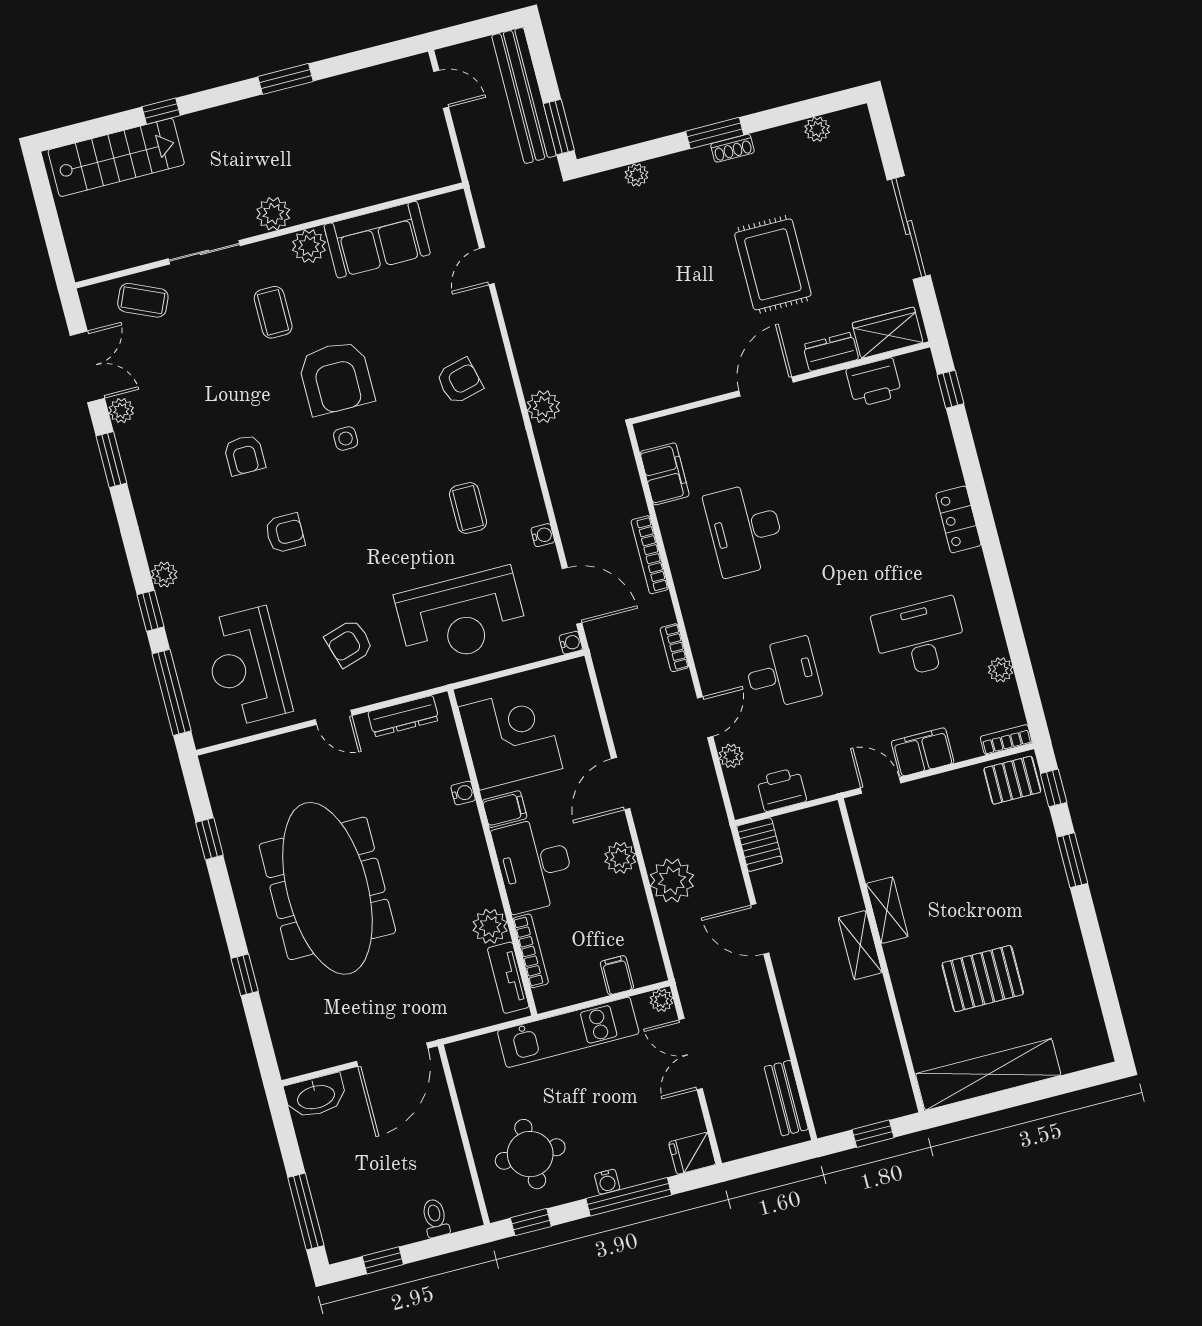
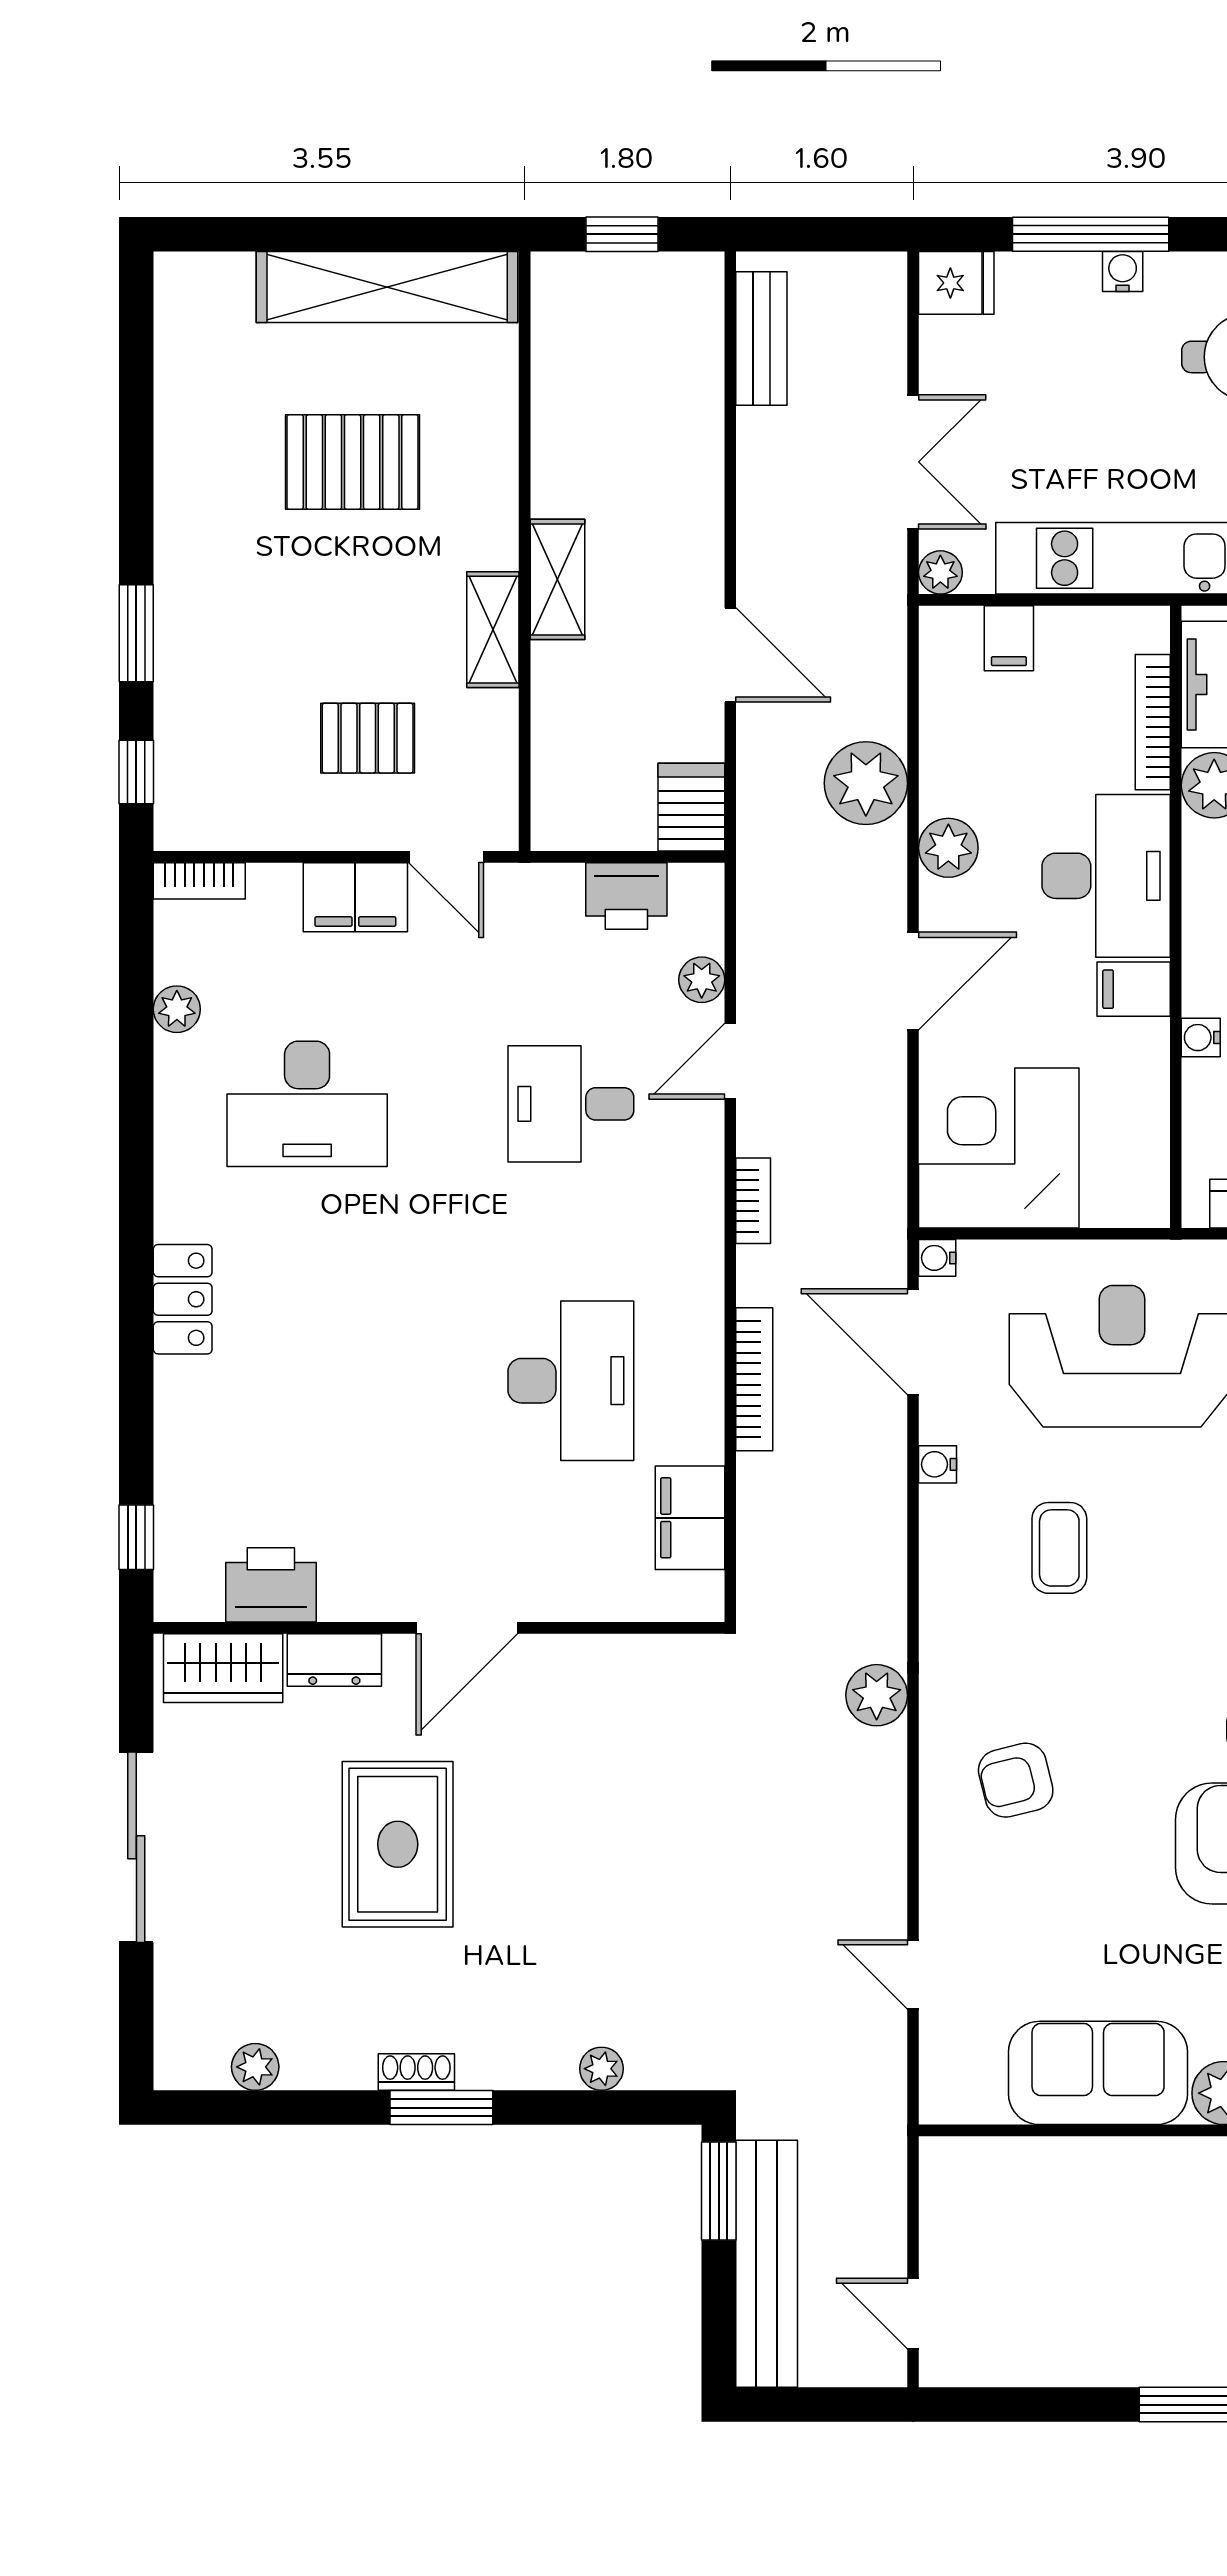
door: (487, 266) -> (913, 1974), swing flipped
corner desk: (510, 738) -> (999, 1148), moved, turned 90
pallet: (1012, 780) -> (368, 738), moved

